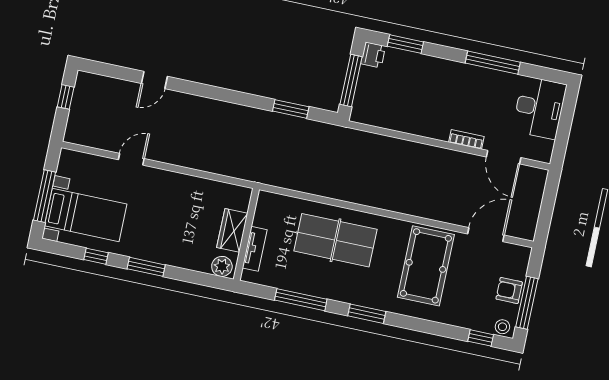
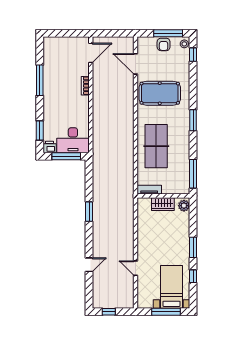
door: (154, 80) -> (89, 265), hinge flipped
desk: (539, 108) -> (73, 140), moved, turned 180
window: (291, 109) -> (89, 212), moved
door: (504, 157) -> (91, 53), moved
tv unit: (255, 249) -> (149, 190), moved
window: (301, 300) -> (193, 174), moved

